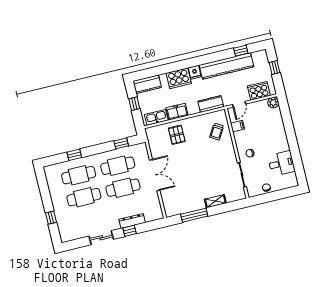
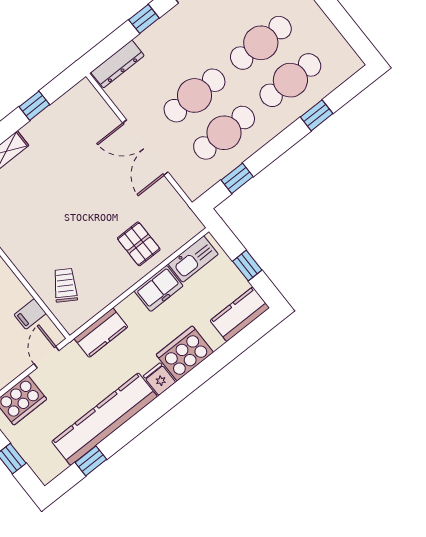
window: (194, 215) -> (34, 106), width x0.46
dresser: (132, 221) -> (118, 64), moved

